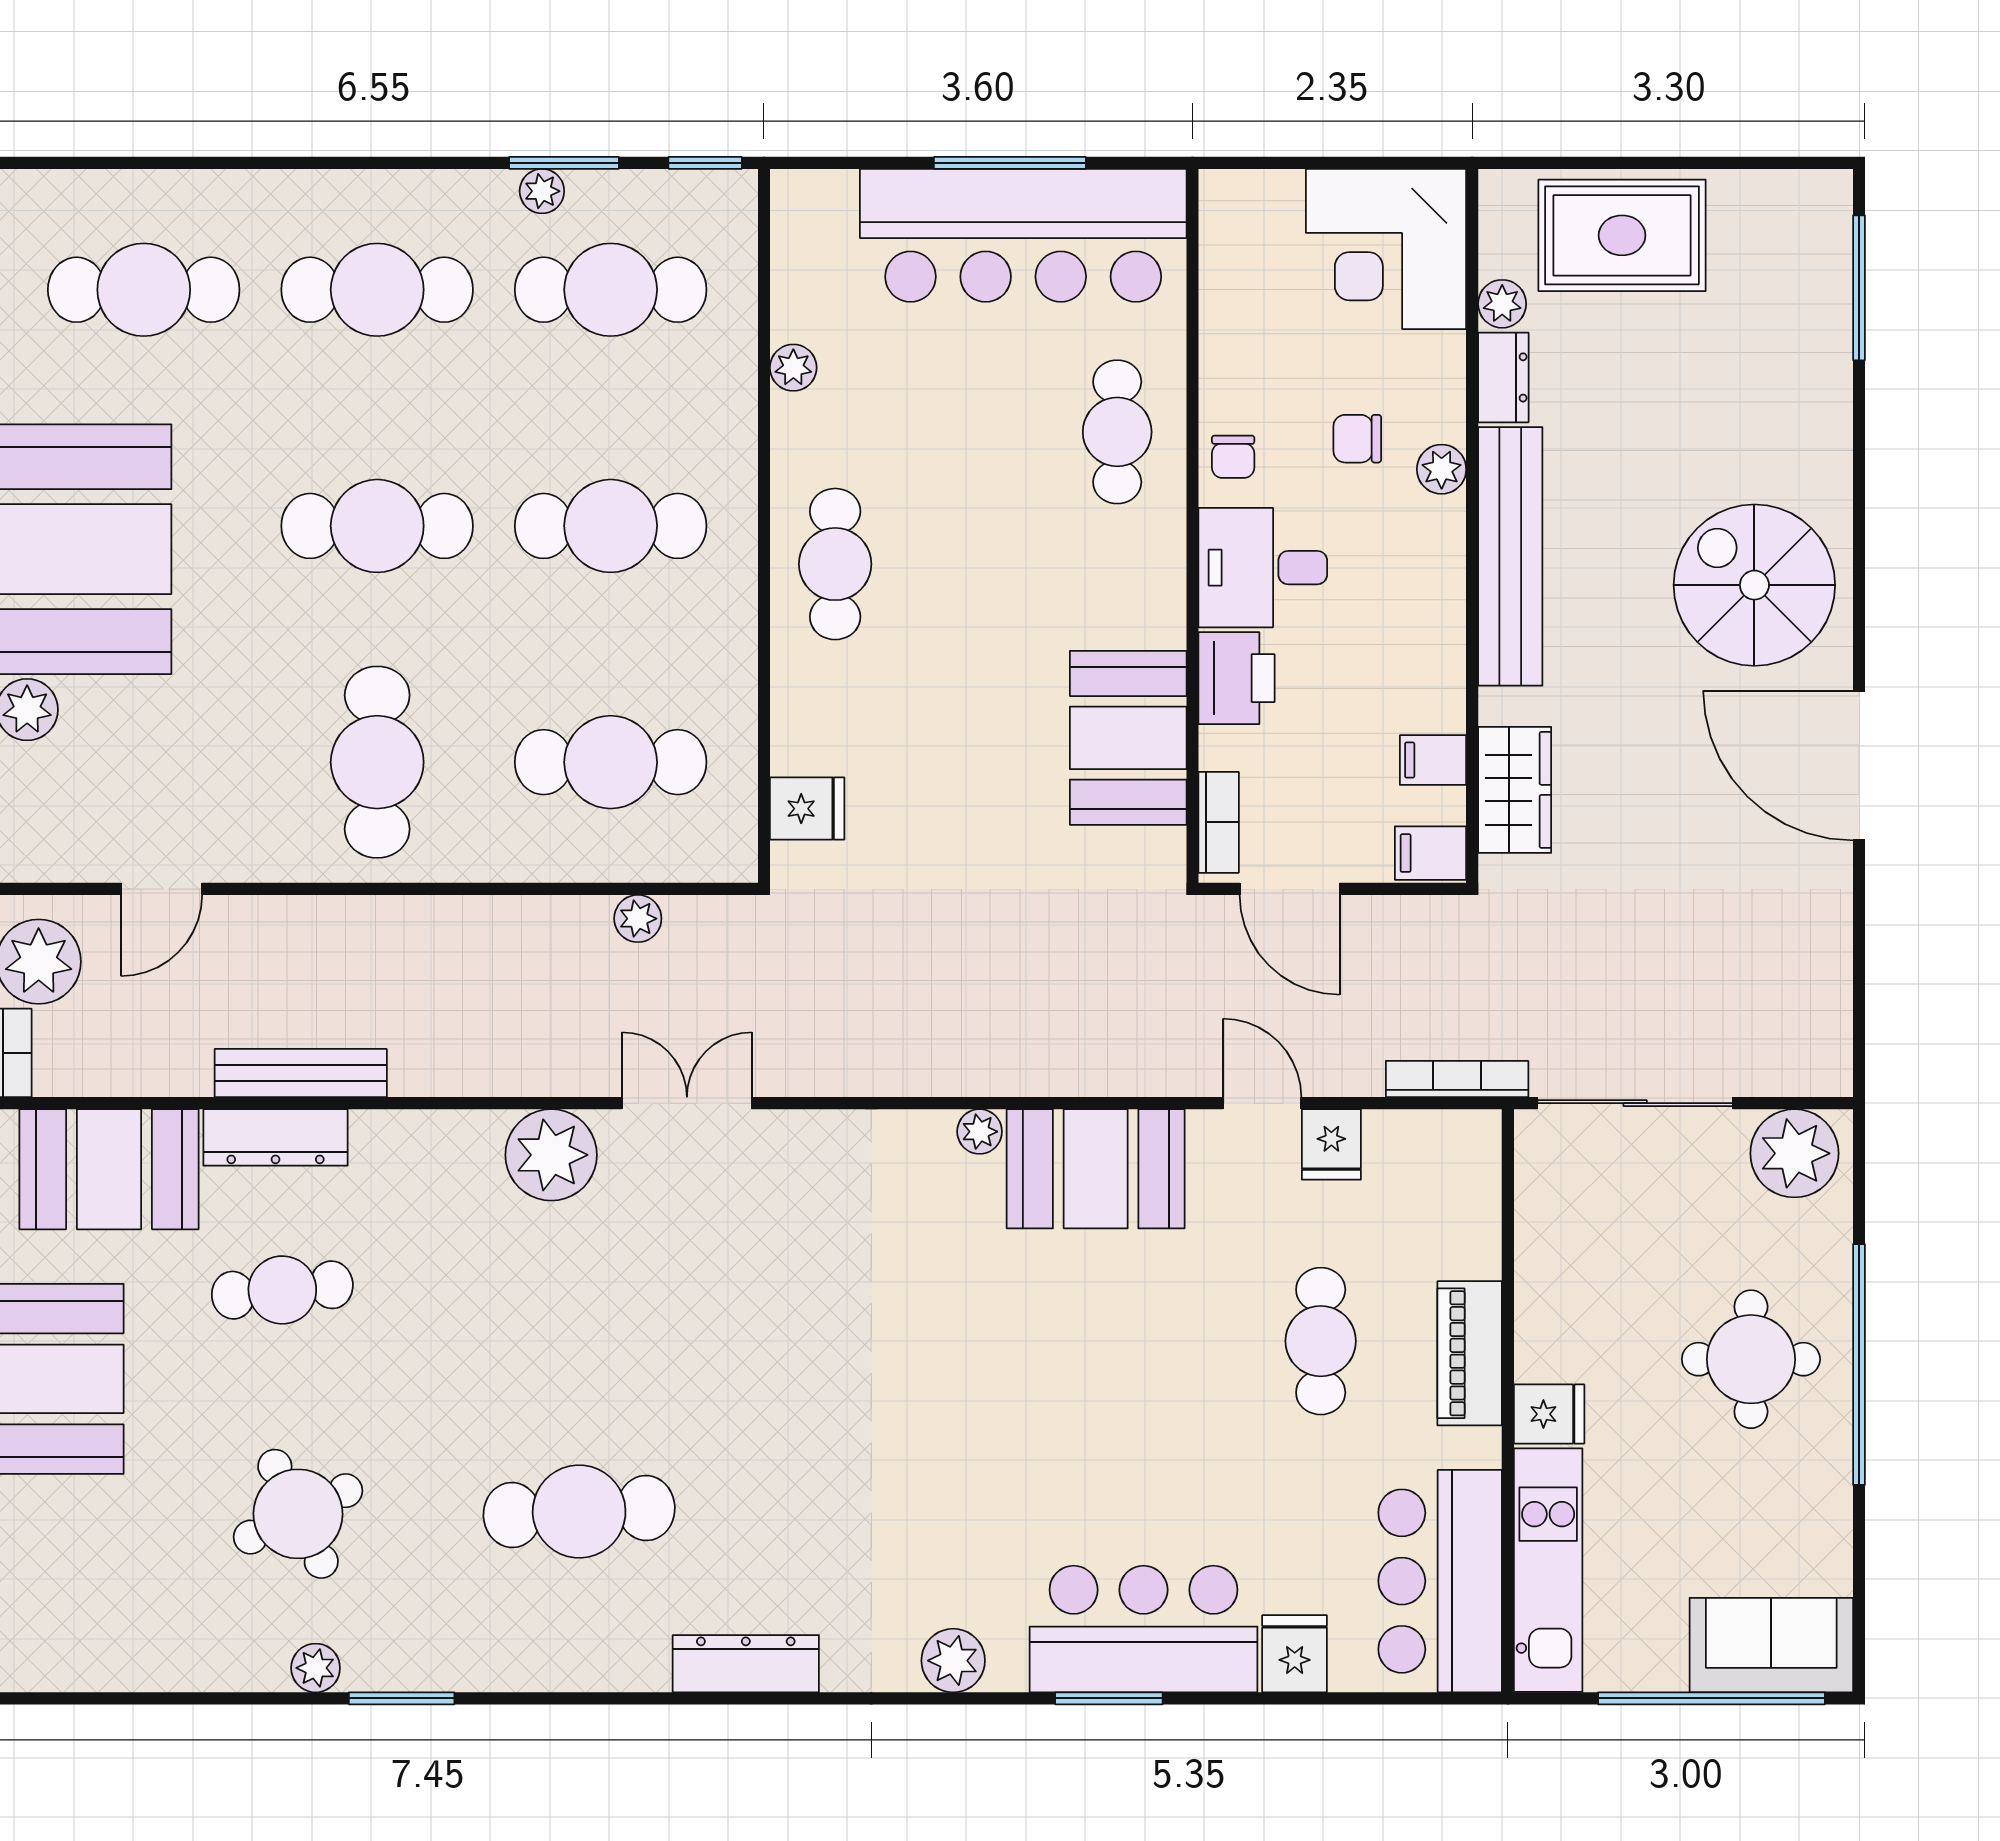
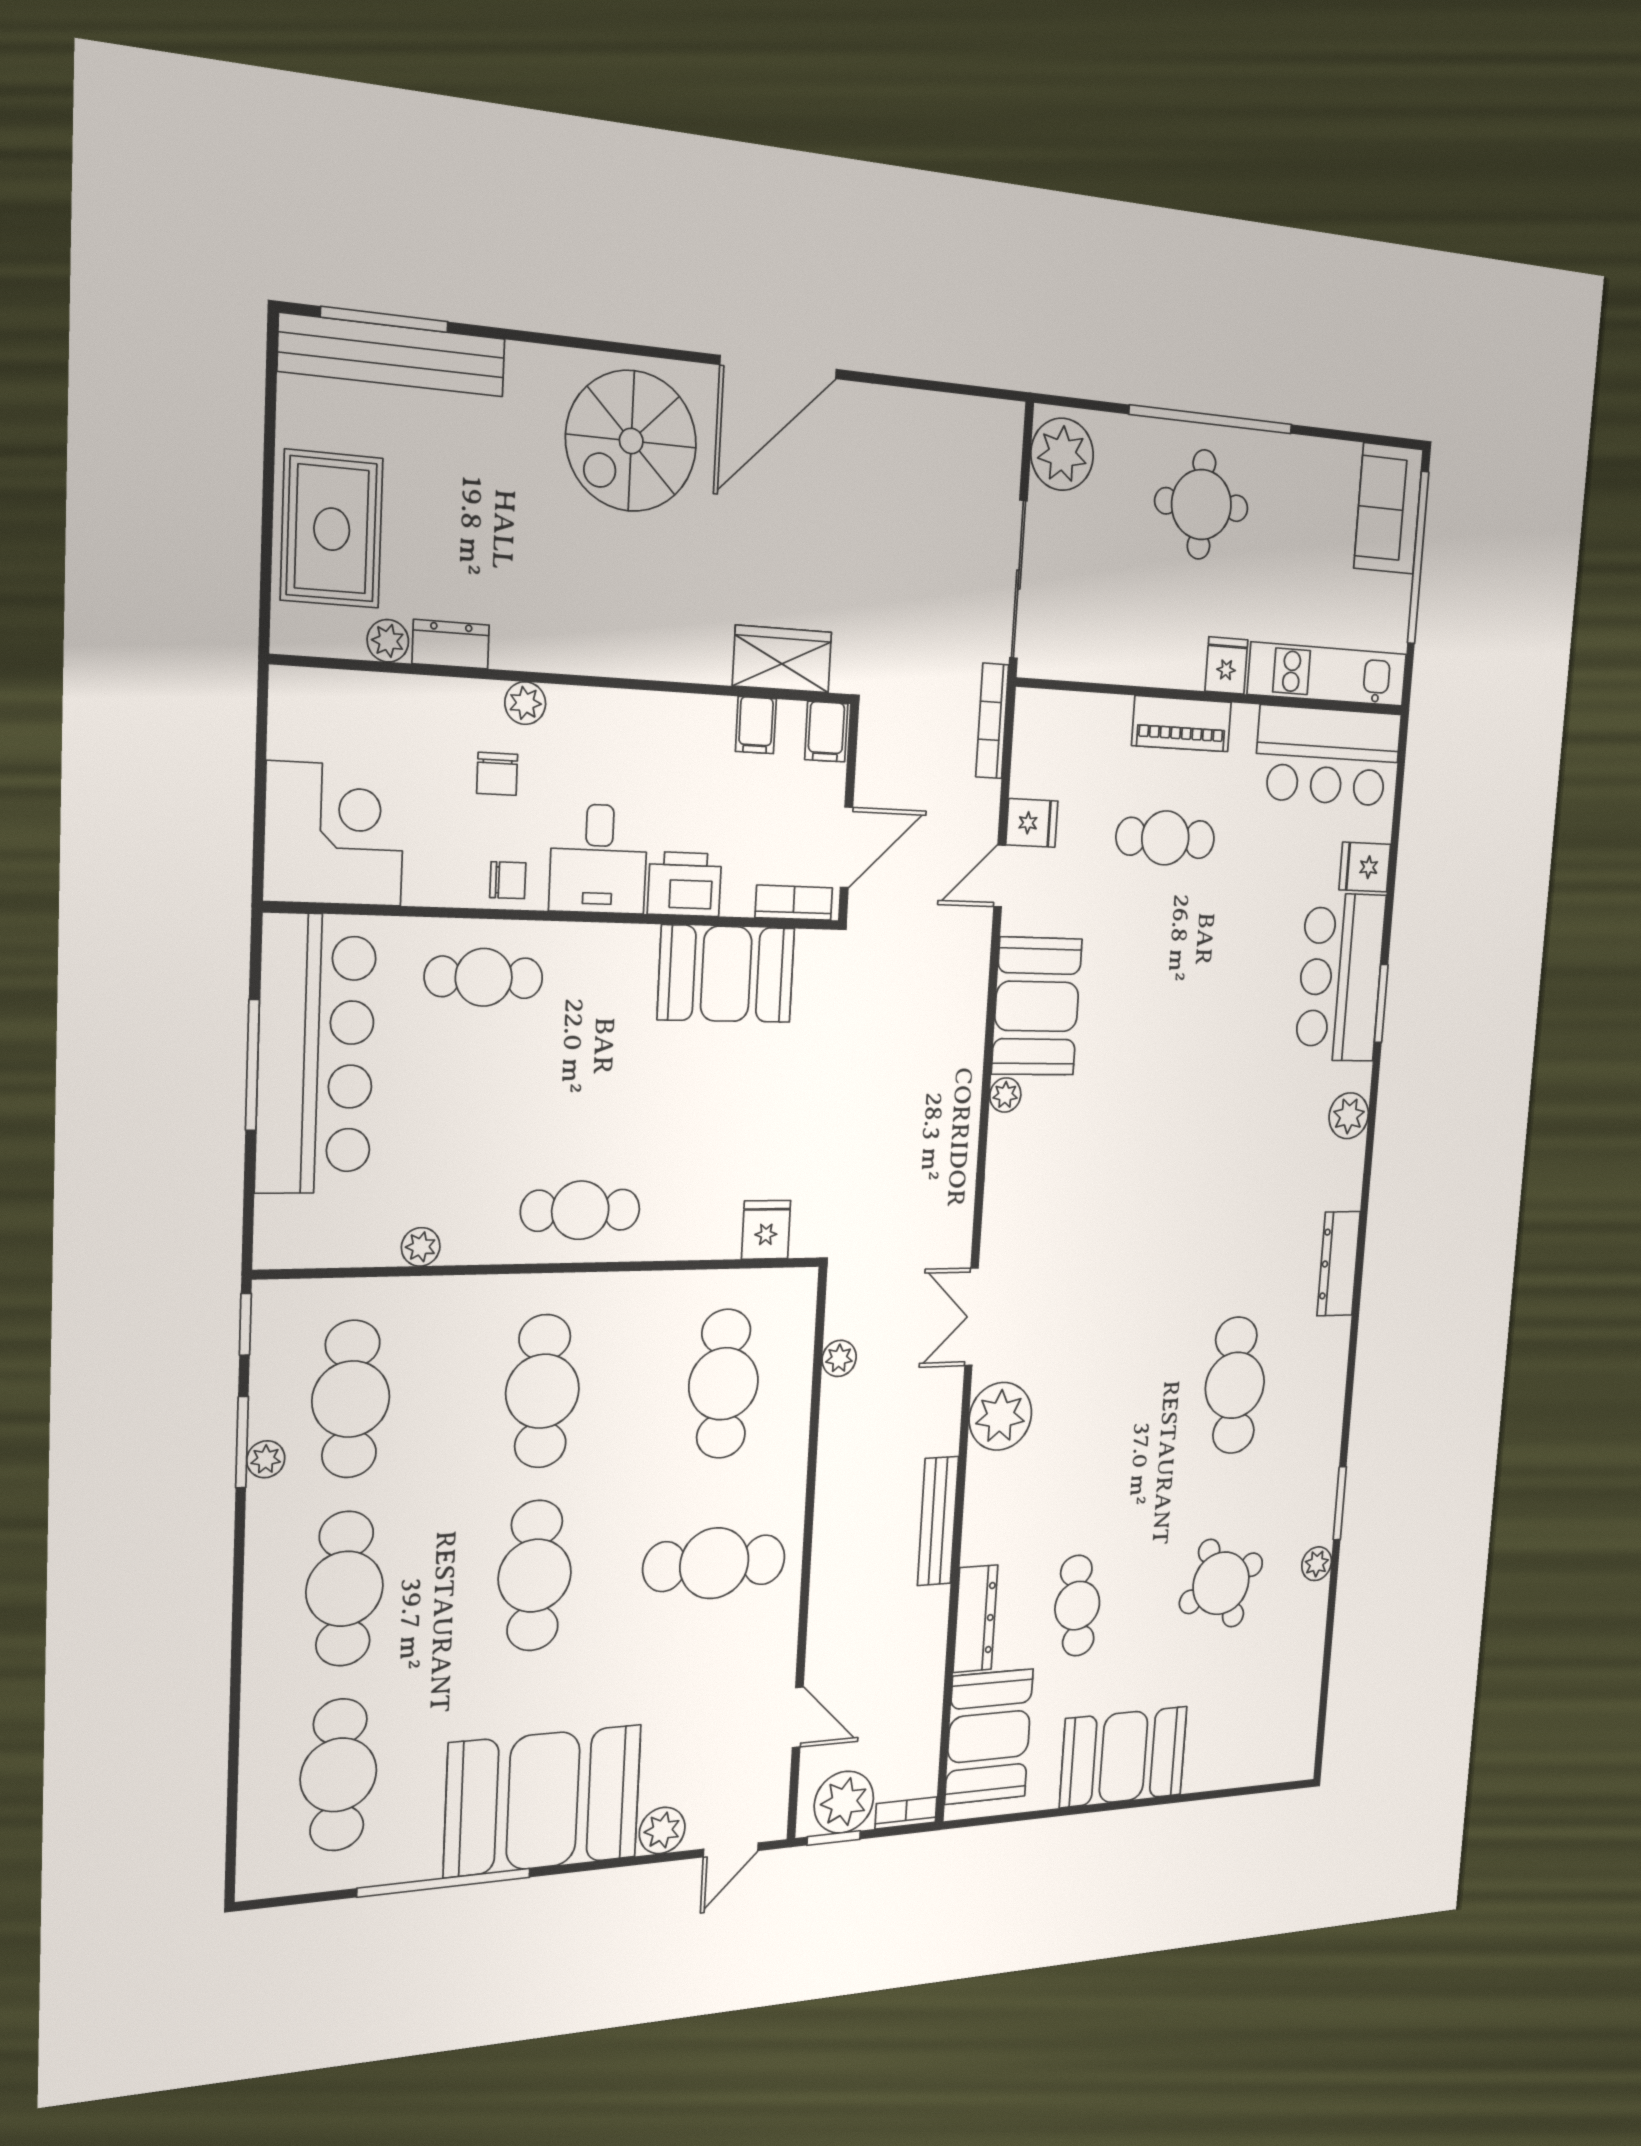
corner desk: (1386, 249) -> (334, 834), moved, turned -90
bench: (1510, 556) -> (392, 355), moved
bench: (301, 1073) -> (938, 1521), moved

